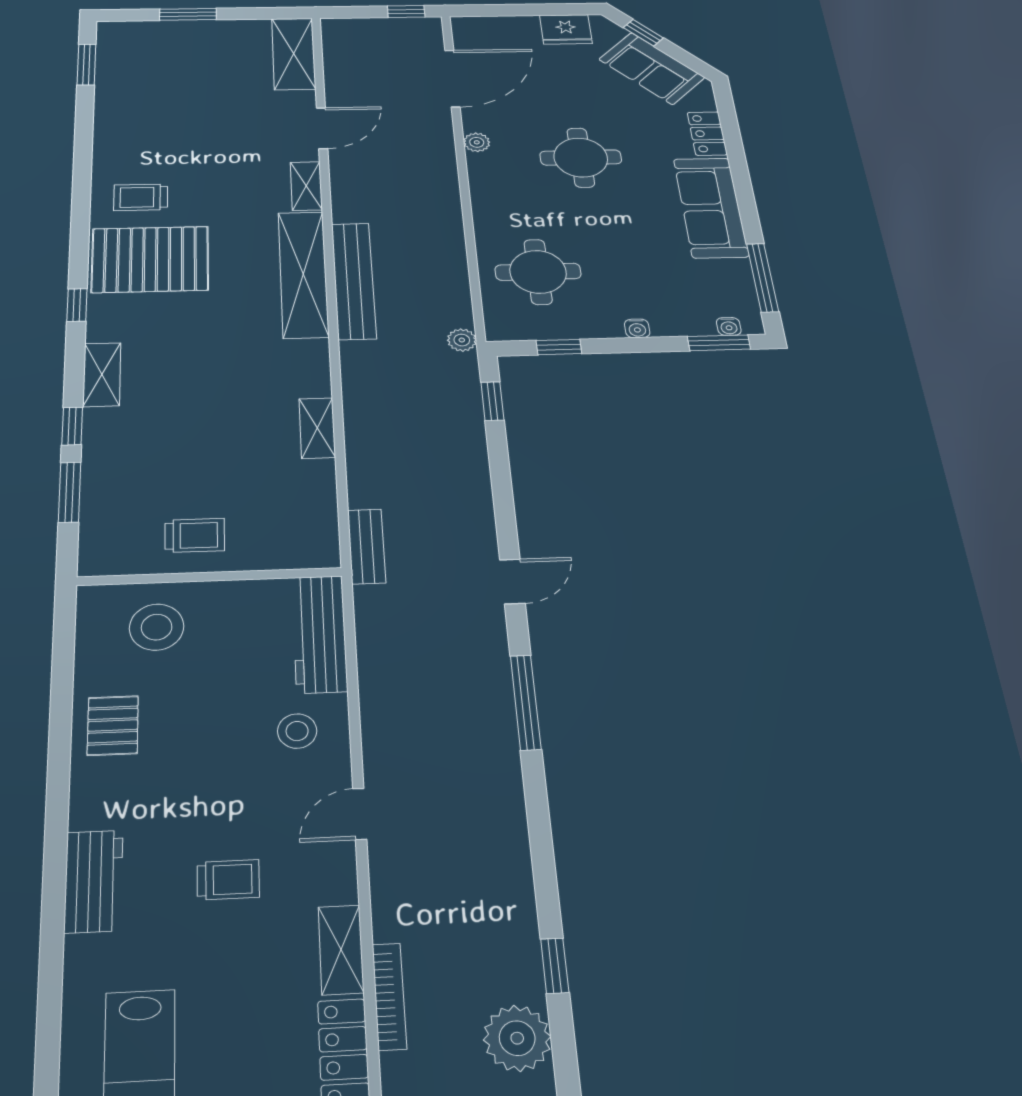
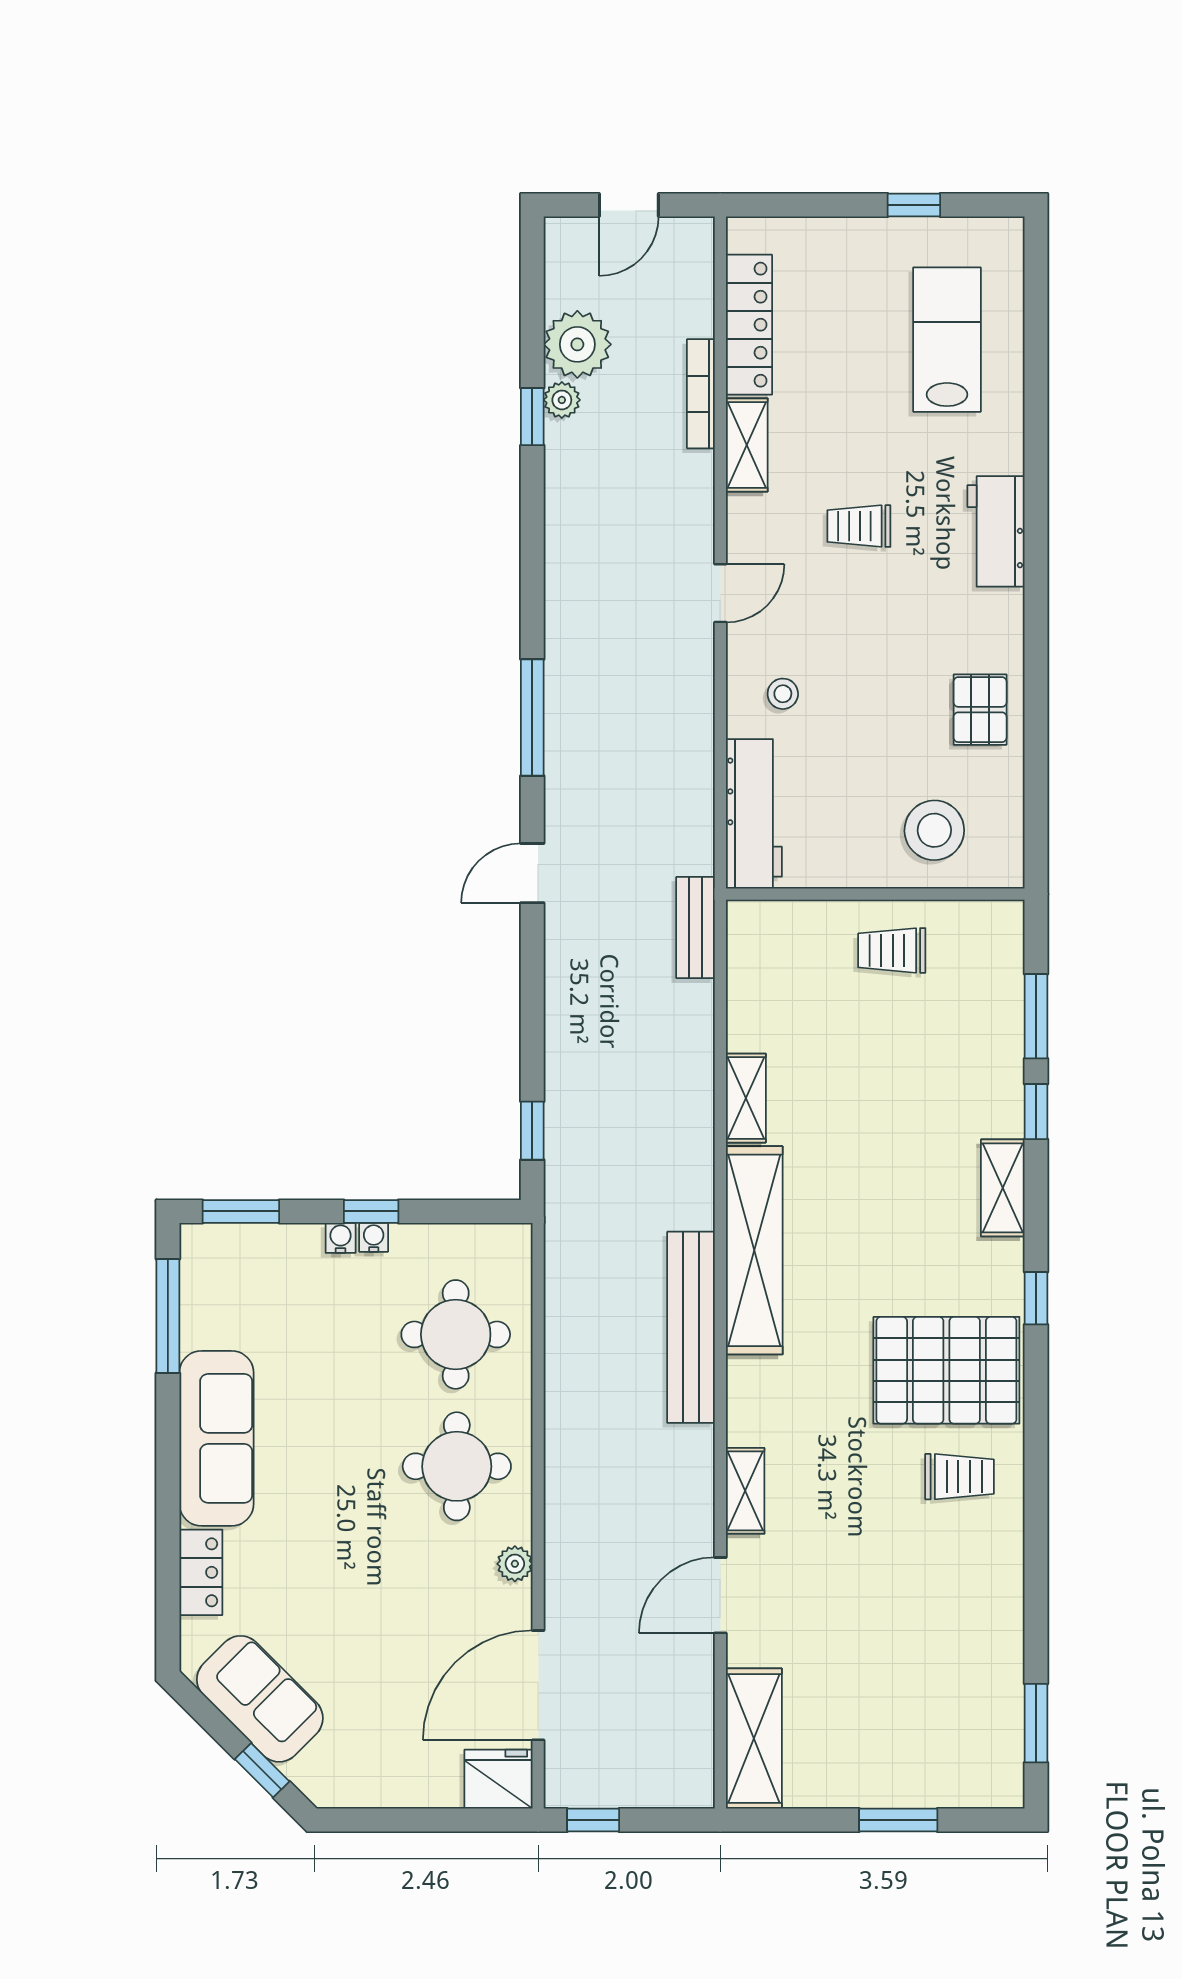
fridge: (566, 29) -> (498, 1779), moved
round table: (581, 158) -> (457, 1466), moved
shelving: (303, 274) -> (754, 1250), moved
water cooler: (729, 326) -> (374, 1237), moved
plant: (462, 340) -> (562, 400), moved
window: (559, 347) -> (371, 1211), moved
stool: (297, 731) -> (783, 694), width x0.73, depth x0.73

